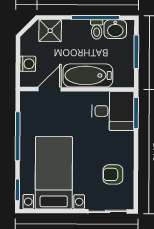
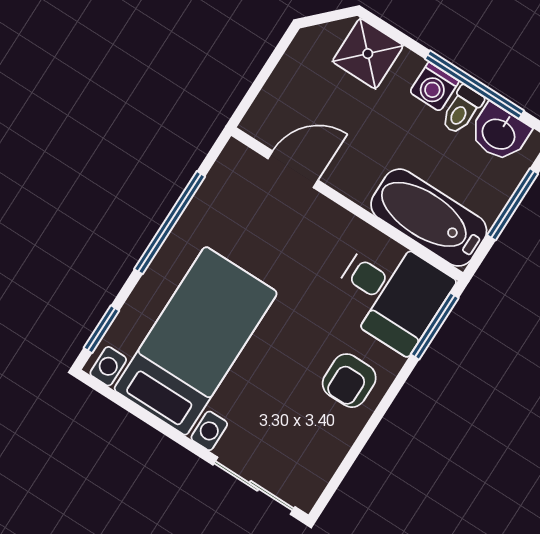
washing machine: (28, 64) -> (434, 87), moved, turned 90
bathtub: (88, 75) -> (429, 218), moved
armchair: (113, 174) -> (349, 381), moved, turned -90

